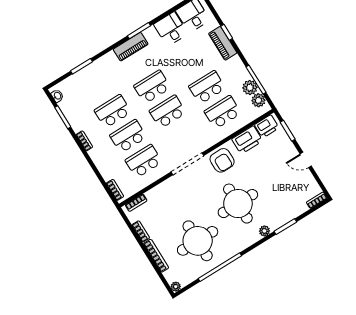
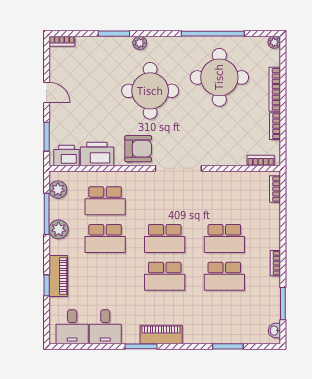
plant: (250, 88) -> (59, 229), moved
armchair: (222, 160) -> (138, 149), turned 90
school desk: (144, 161) -> (224, 201), removed

